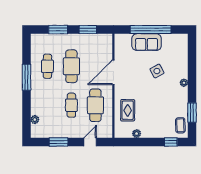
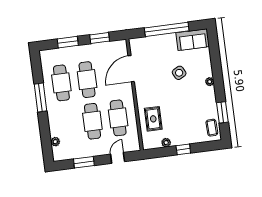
sofa: (147, 42) -> (193, 40), moved
cafe table: (47, 66) -> (61, 83), width x1.37, depth x1.35
door: (113, 72) -> (131, 69), moved
cafe table: (71, 105) -> (92, 121), width x1.37, depth x1.35
window: (171, 142) -> (183, 149), moved

